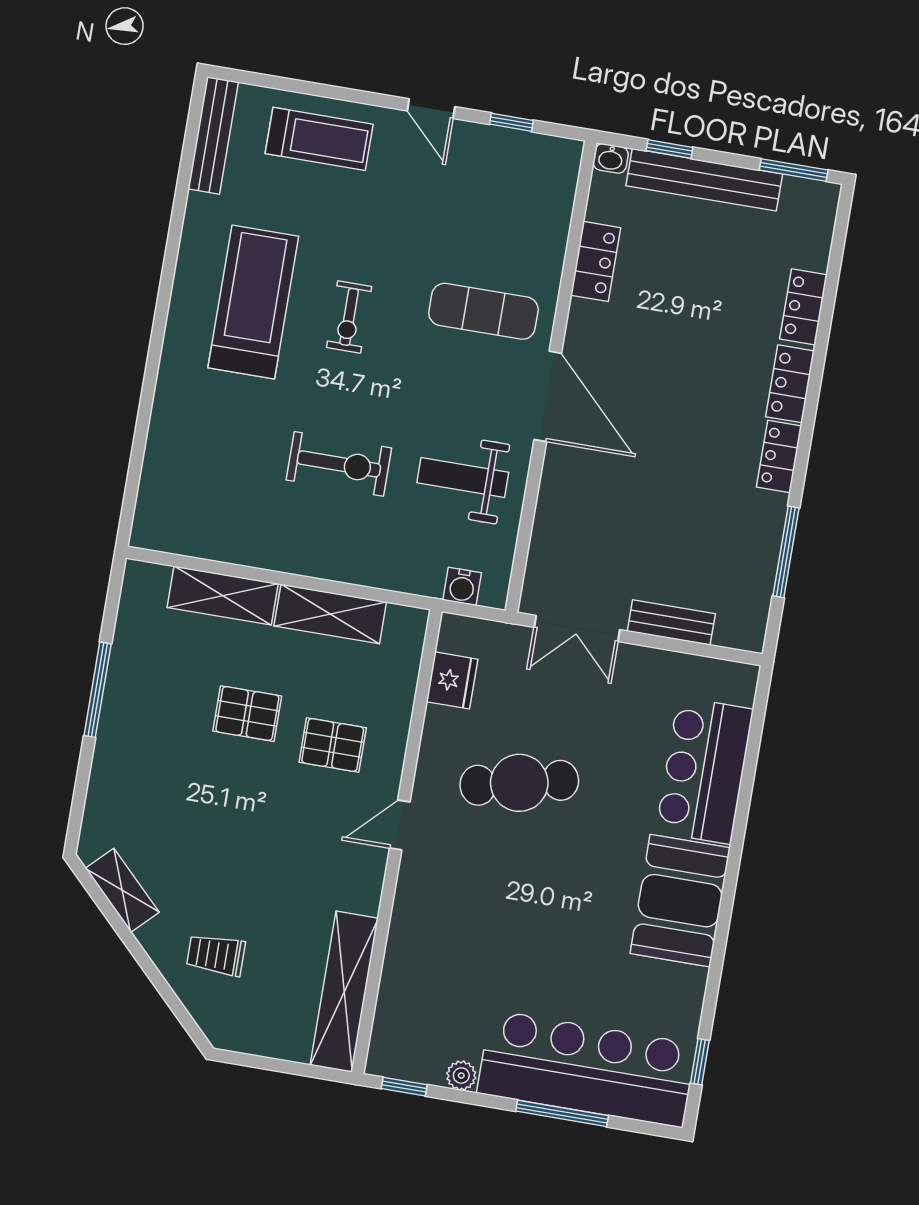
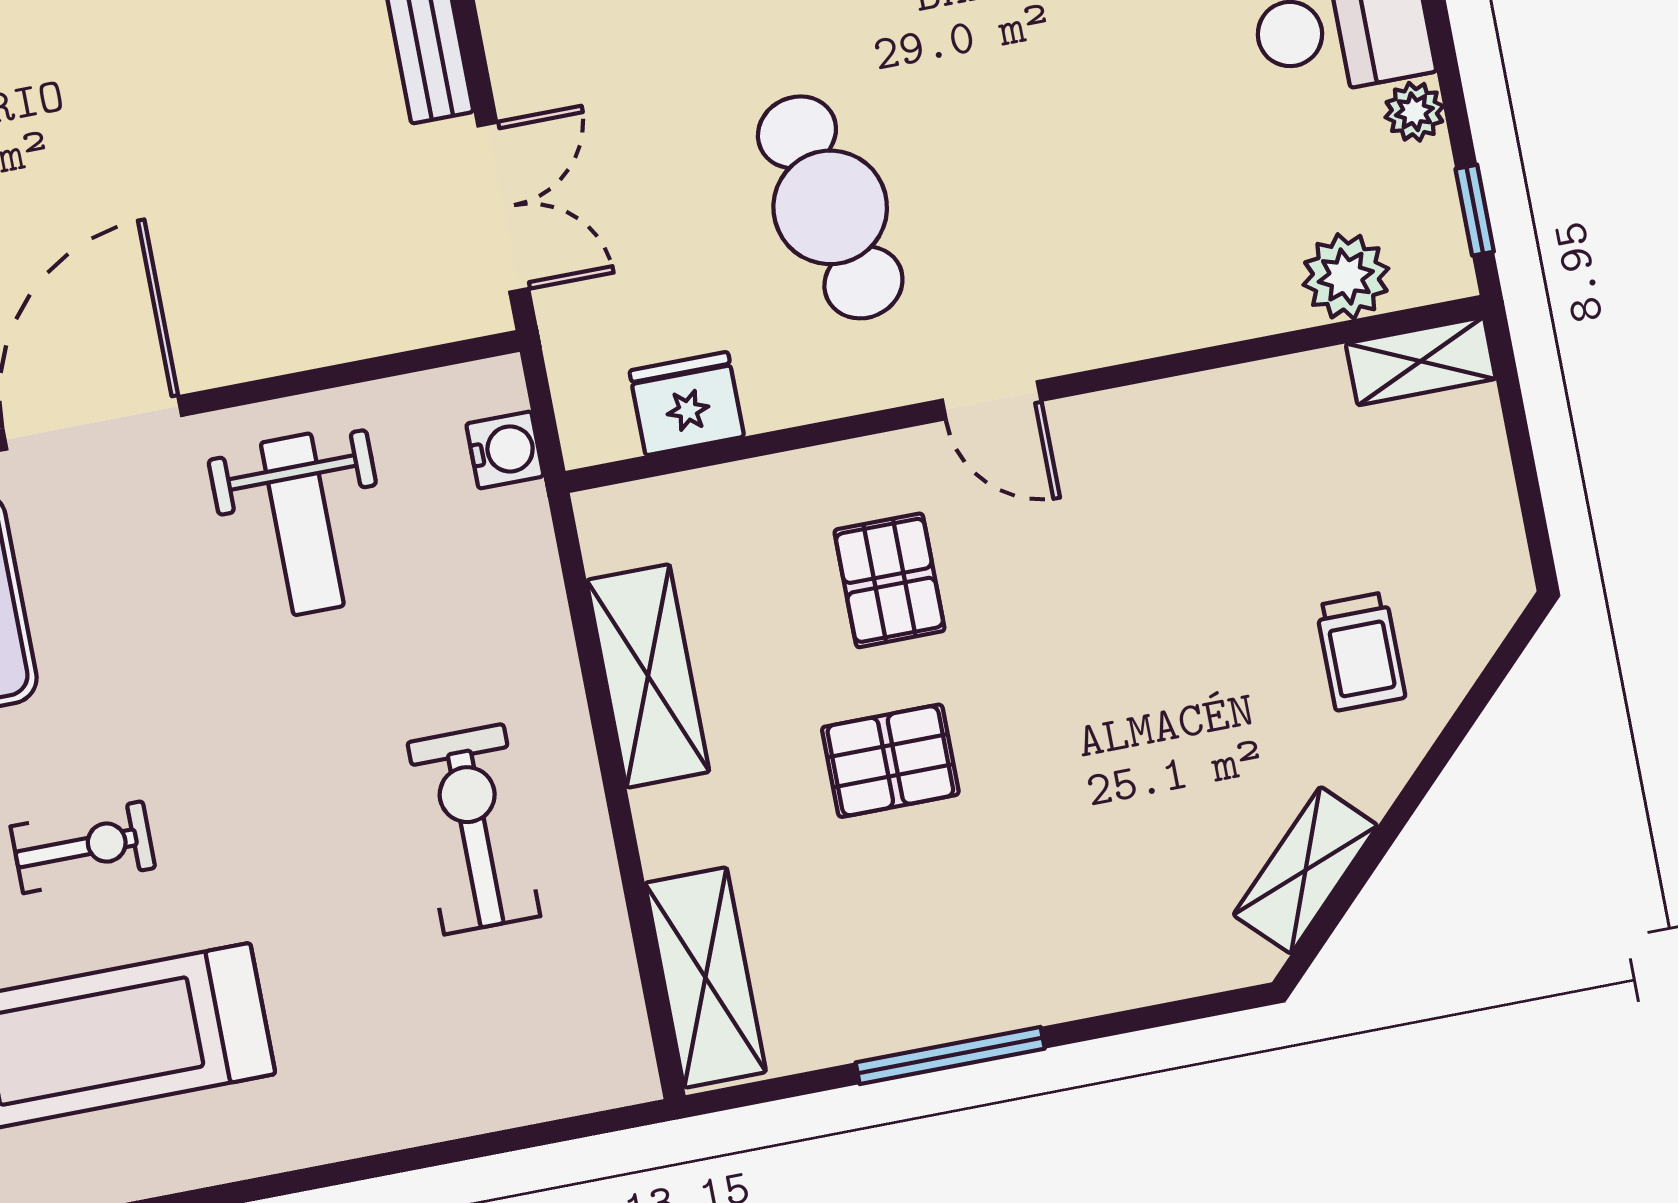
exercise bike: (339, 464) -> (474, 829), moved
shelving: (223, 596) -> (705, 977), moved
pallet: (247, 714) -> (890, 761), turned 90
shelving: (344, 992) -> (1421, 361), width x0.45, depth x0.75
plant: (396, 1014) -> (1346, 277), added

